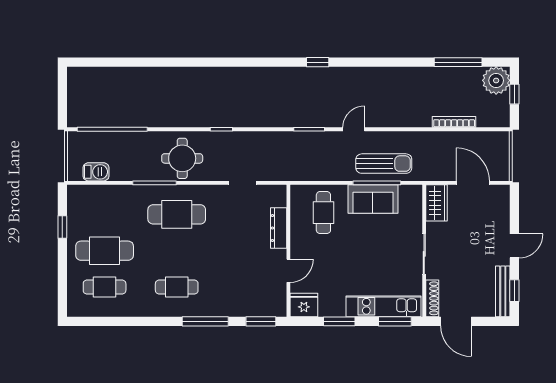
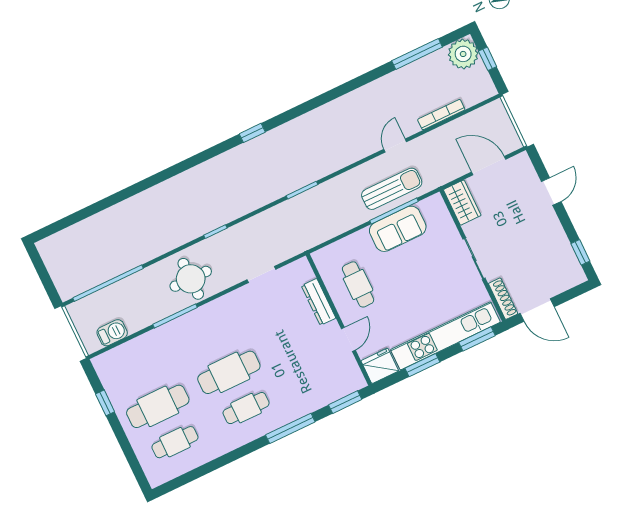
window: (318, 62) -> (252, 133), moved
door: (354, 129) -> (395, 146), moved
cafe table: (323, 213) -> (358, 284), moved
cafe table: (177, 214) -> (229, 372), moved
door: (514, 246) -> (551, 191), moved
bench: (503, 291) -> (569, 258), removed
kitchen unit: (384, 306) -> (445, 336), width x1.36

